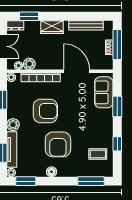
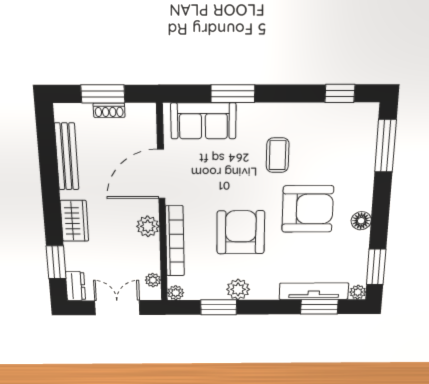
window: (117, 45) -> (103, 94), width x0.69
plant: (29, 64) -> (148, 226), moved
plant: (13, 125) -> (238, 289), moved
window: (117, 144) -> (340, 93), moved
coffee table: (98, 154) -> (278, 155), moved

